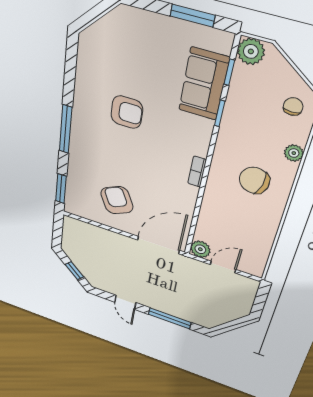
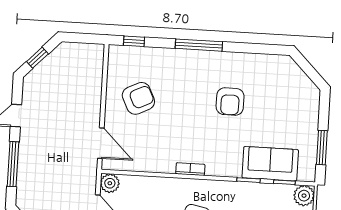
window: (61, 189) -> (134, 41), width x0.67
door: (158, 245) -> (101, 143), width x0.73

